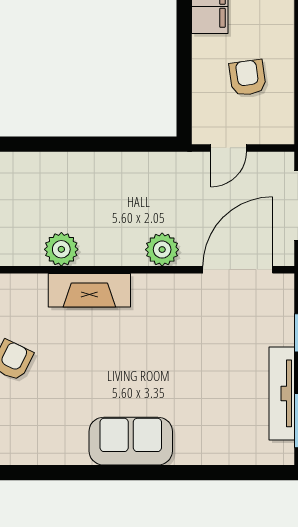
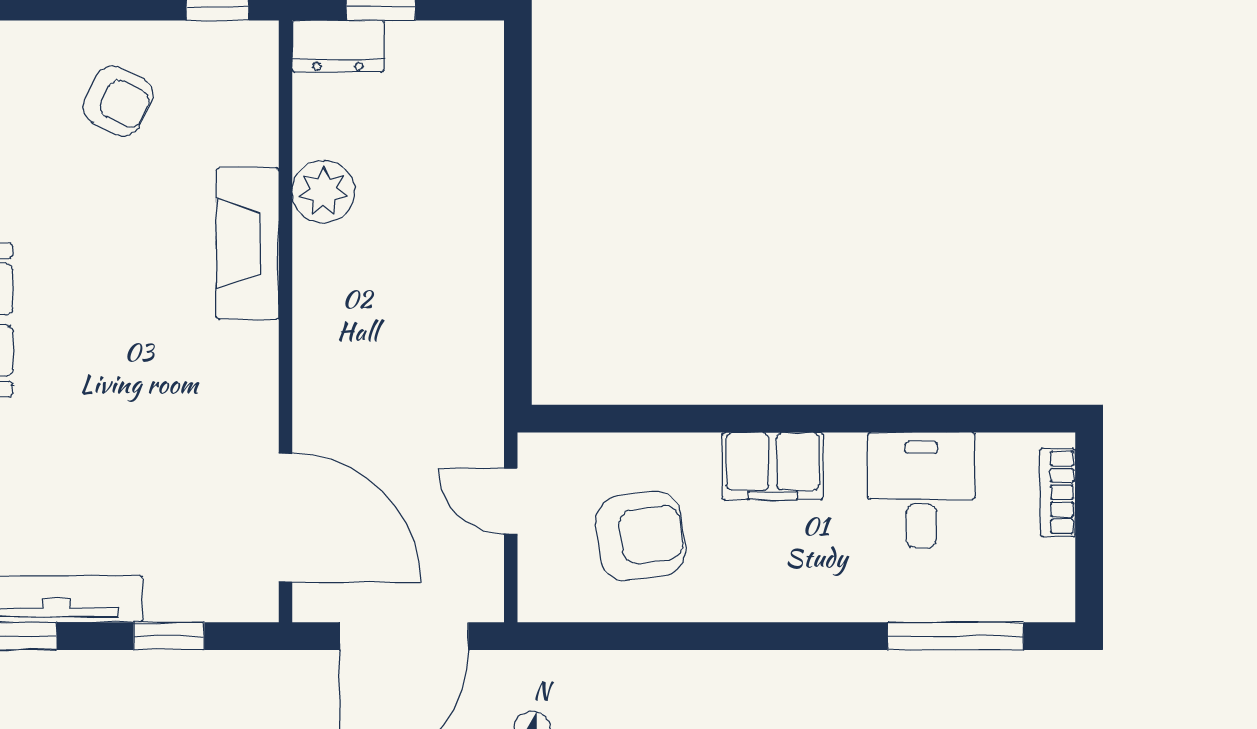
armchair: (248, 78) -> (641, 536), width x1.38, depth x1.38
plant: (162, 250) -> (323, 378), removed

